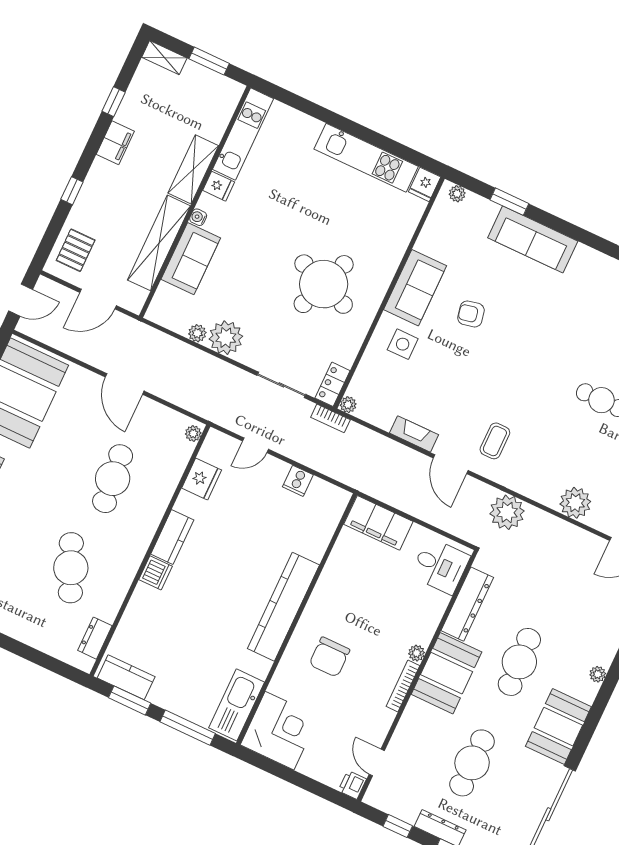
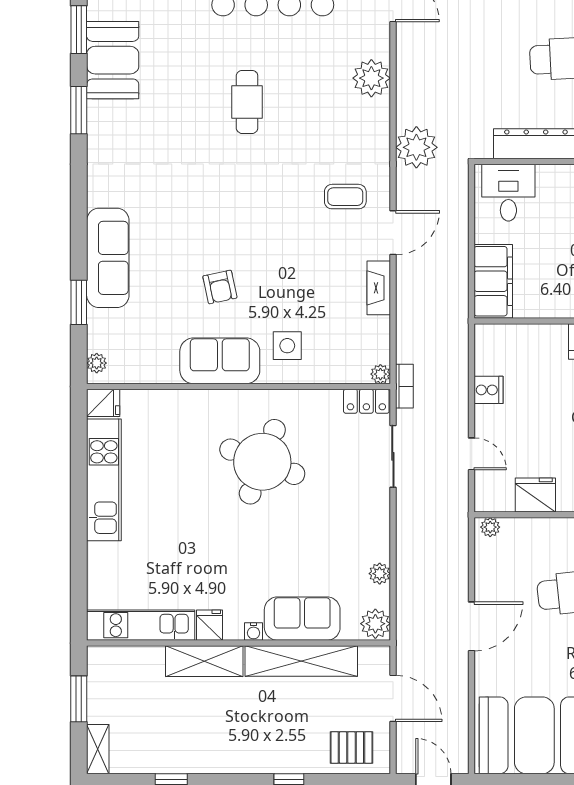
filing cabinet: (115, 143) -> (215, 759), removed
plant: (226, 338) -> (375, 624), moved, width x0.73, depth x0.73

